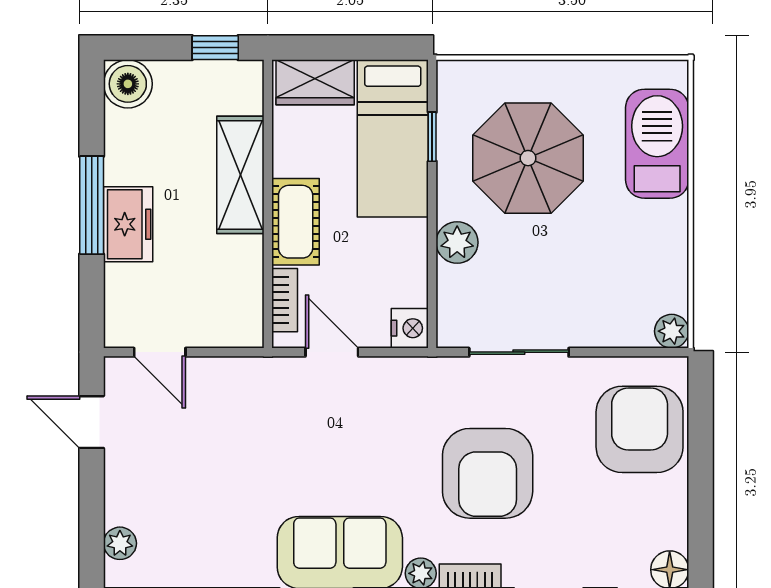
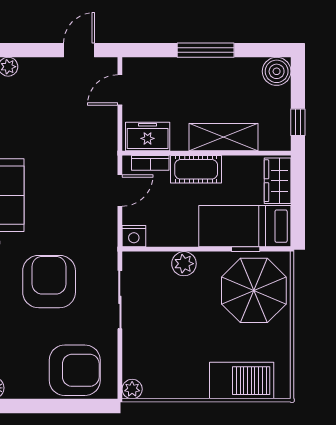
parasol: (528, 158) -> (254, 290), moved
freezer: (128, 224) -> (148, 136), moved, turned 180
armchair: (488, 473) -> (49, 282), turned 90

